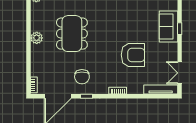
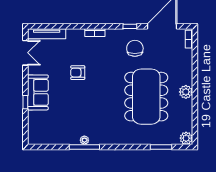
sofa: (168, 26) -> (38, 92), moved
dining table: (72, 34) -> (146, 97), width x1.36, depth x1.24
armchair: (133, 55) -> (78, 73), width x0.53, depth x0.53

